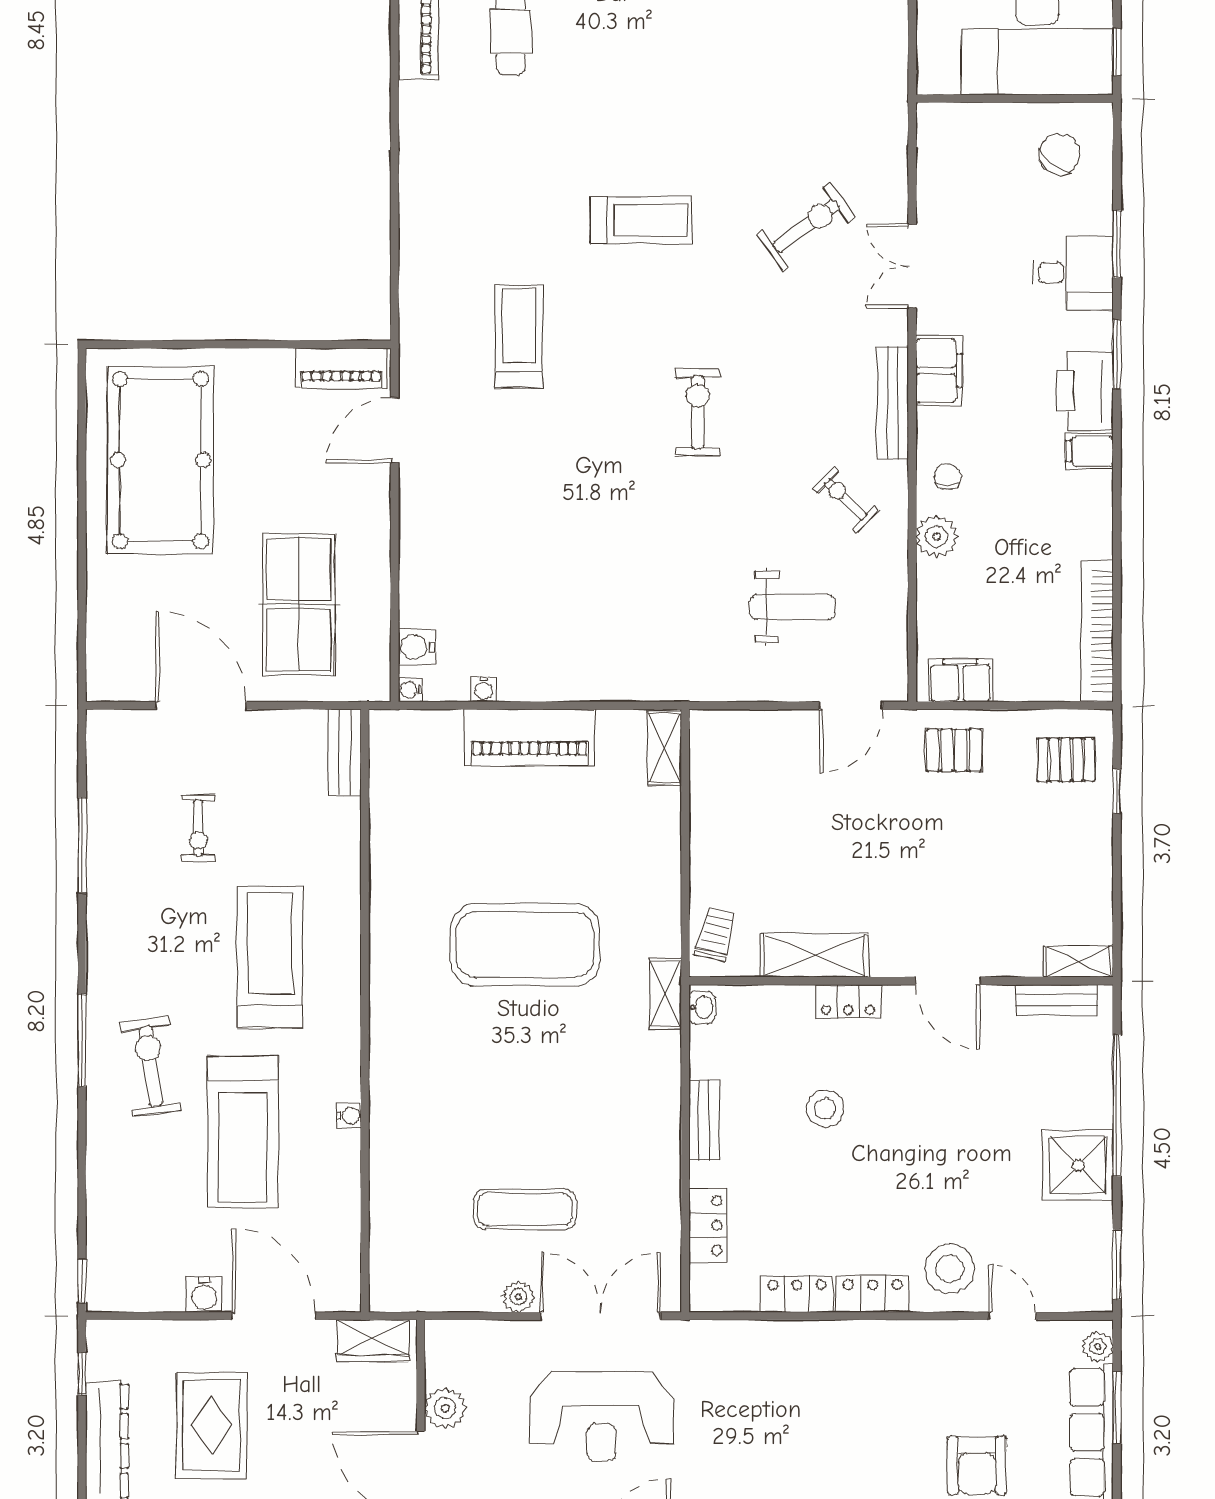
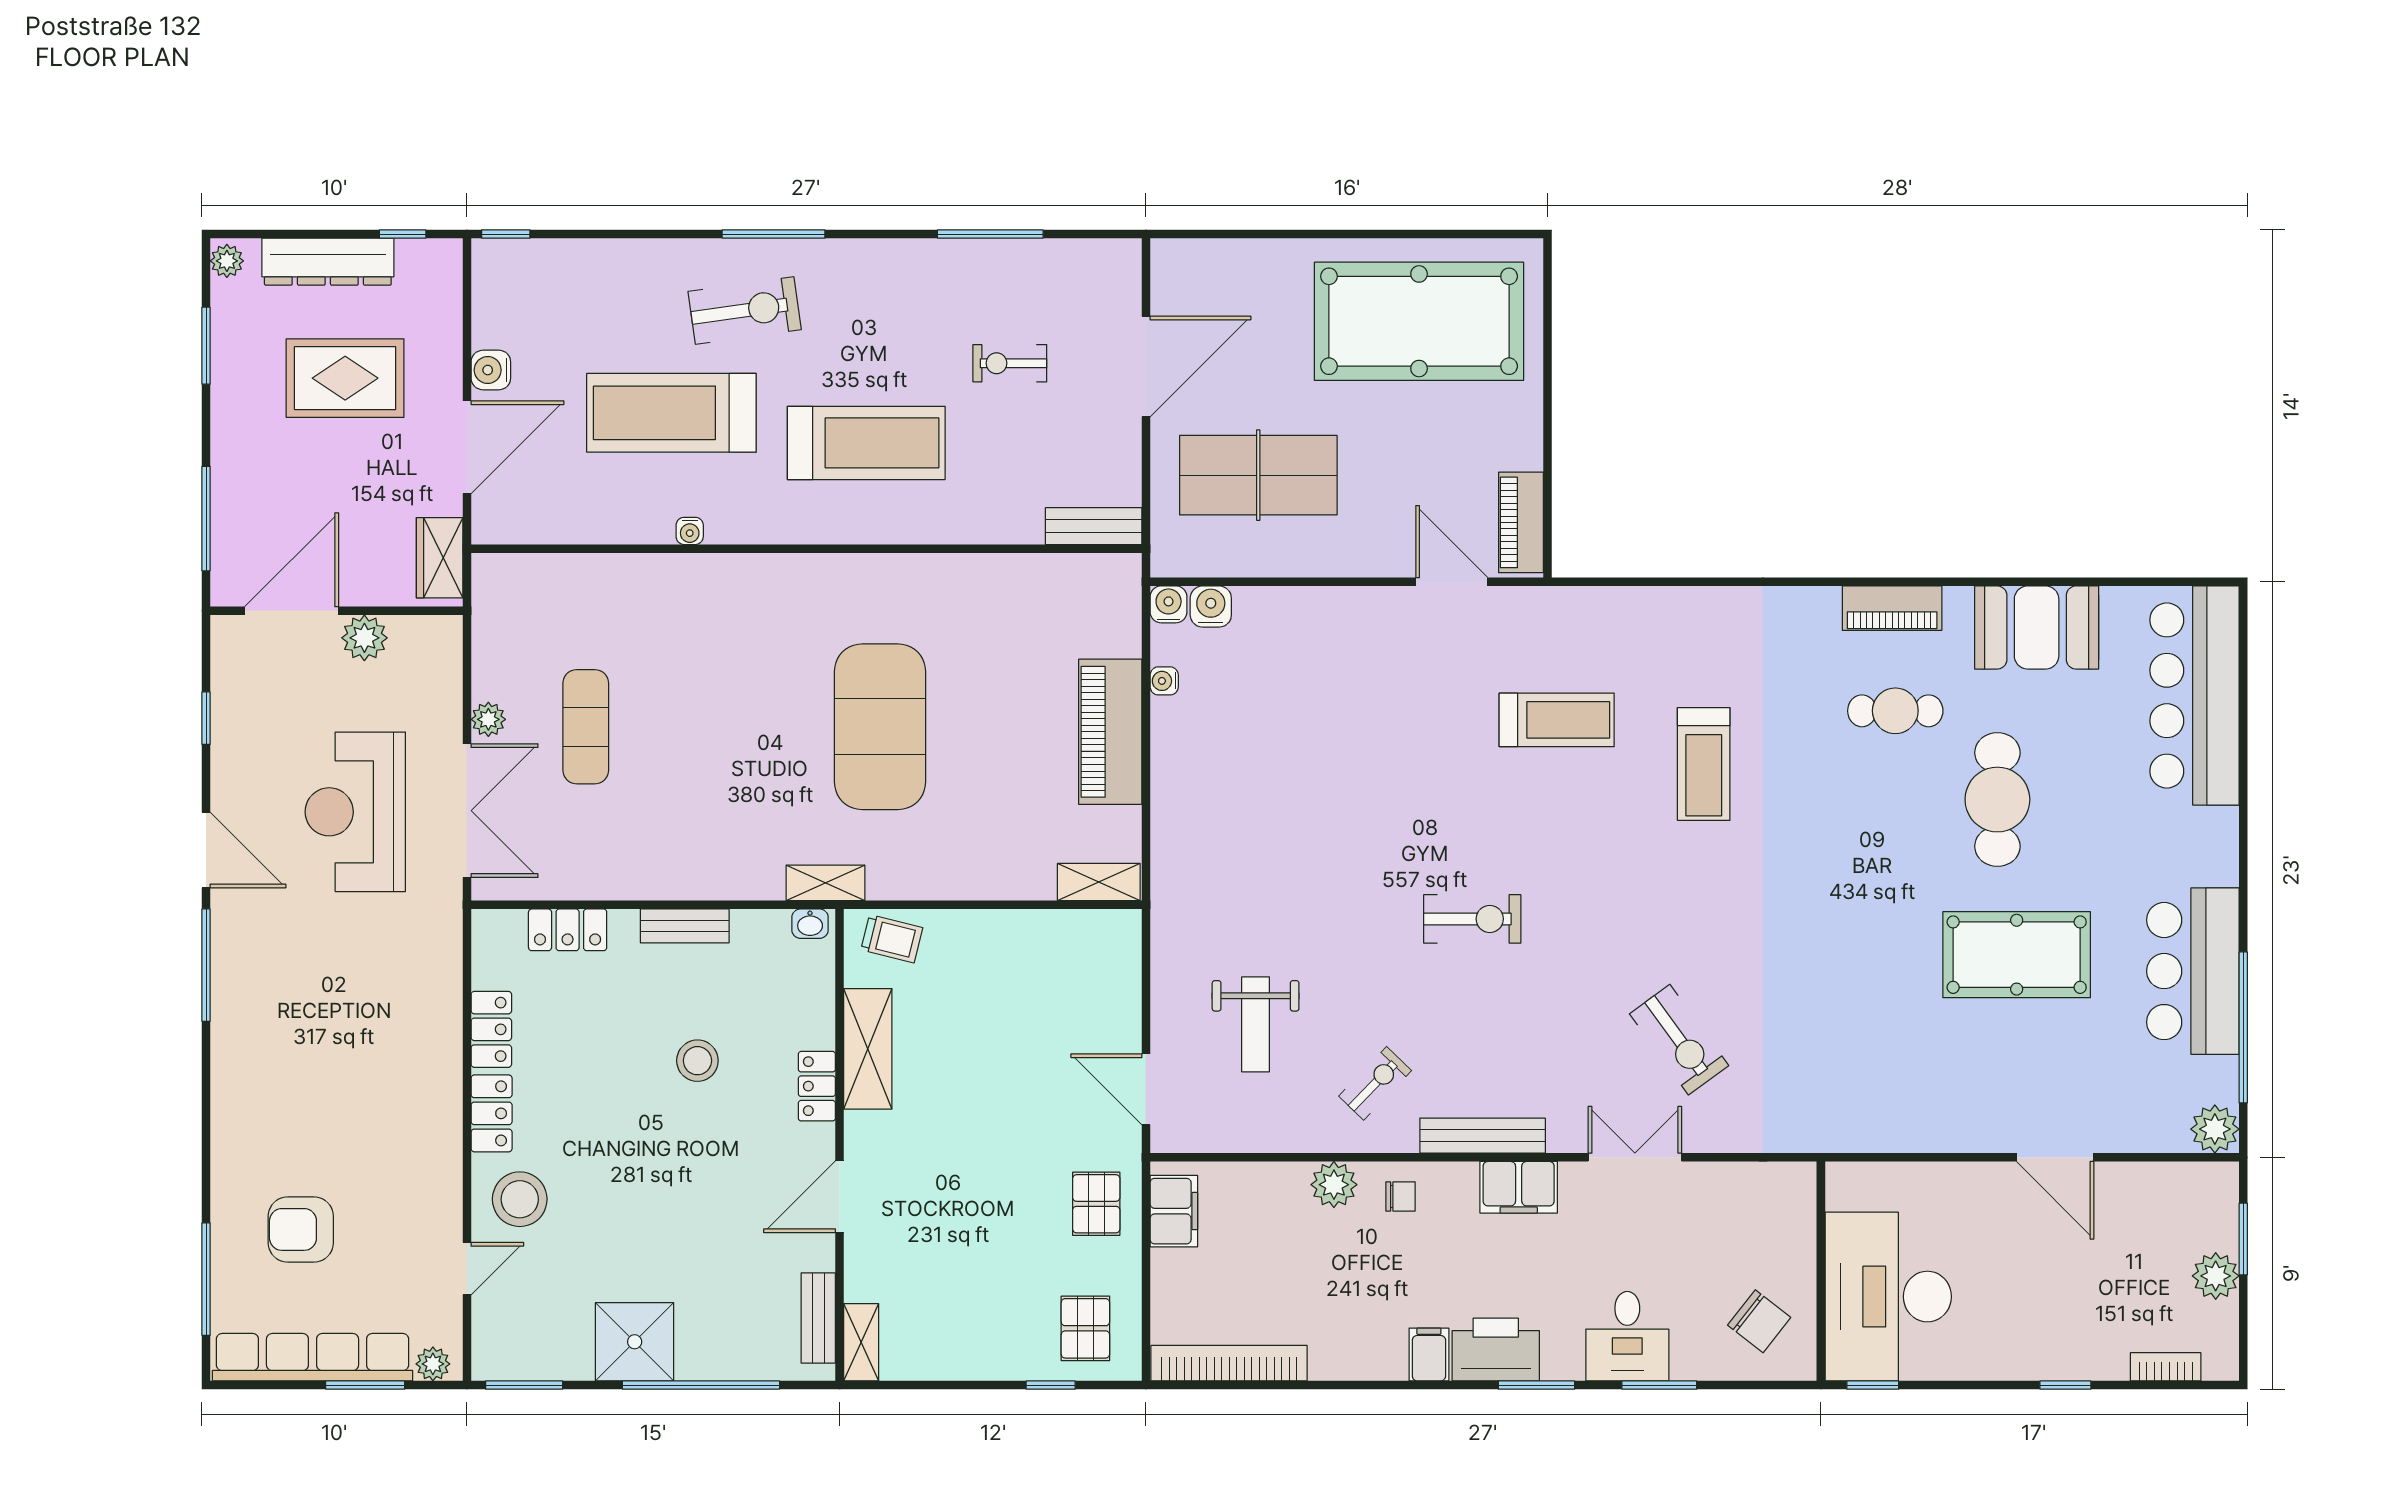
treadmill: (641, 220) -> (1704, 764), moved
water cooler: (410, 690) -> (1169, 604), width x1.38, depth x1.38

